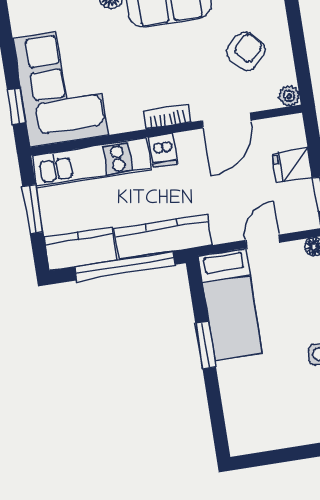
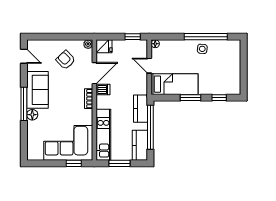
door: (226, 120) -> (94, 73), hinge flipped
dishwasher: (163, 151) -> (103, 89), moved
fridge: (292, 165) -> (104, 46), moved, turned -90
kitchen counter: (163, 237) -> (141, 109), width x0.67
window: (216, 409) -> (219, 98), added

